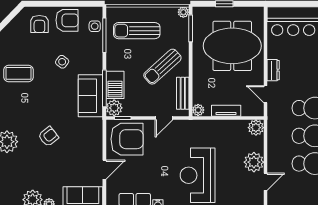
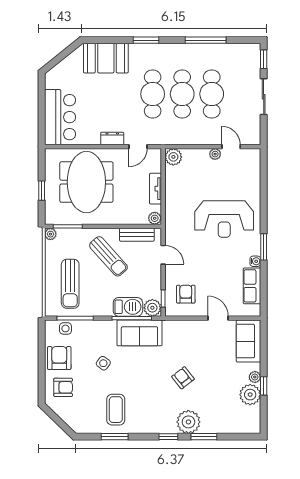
armchair: (127, 139) -> (186, 294), width x0.53, depth x0.53
plant: (254, 162) -> (215, 154), width x0.53, depth x0.53

